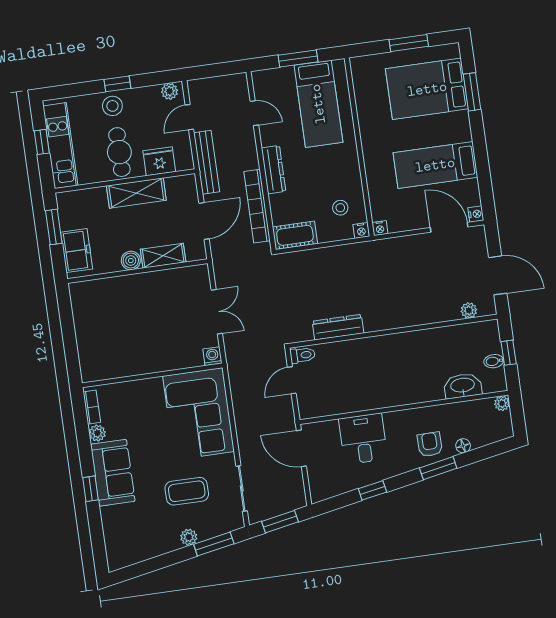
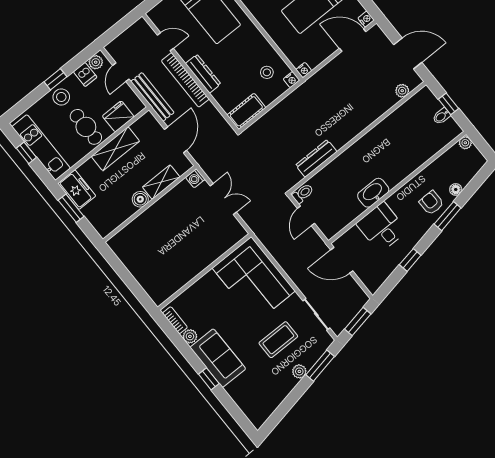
dishwasher: (151, 97) -> (85, 74), added
bookcase: (257, 206) -> (185, 80), moved
freezer: (77, 251) -> (77, 190), moved
washing machine: (212, 356) -> (195, 178), moved, turned -90
washbasin: (463, 386) -> (373, 193), moved

